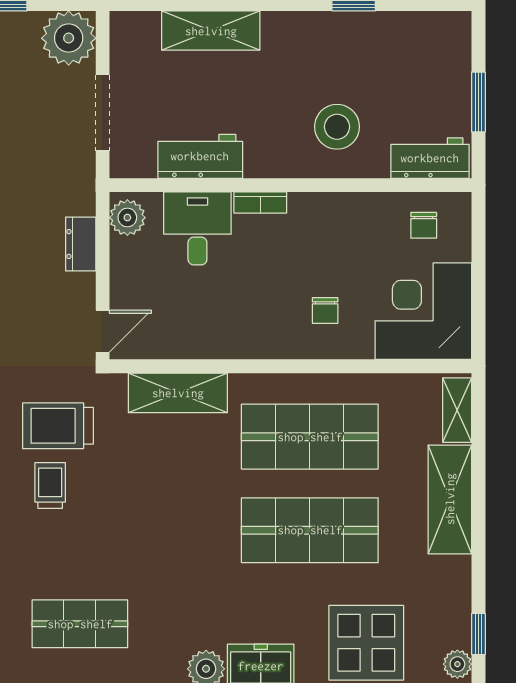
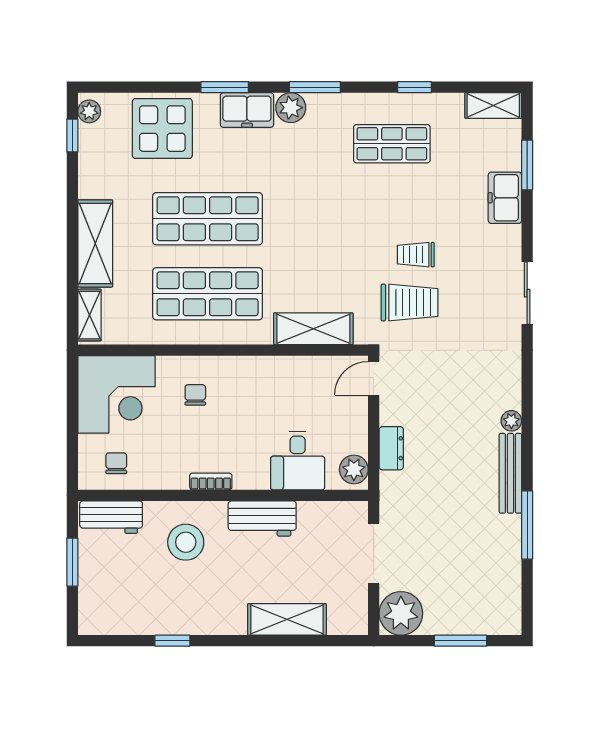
workbench: (200, 156) -> (262, 518), moved
bookcase: (260, 203) -> (211, 481), moved
trolley: (50, 485) -> (416, 255), turned 90

